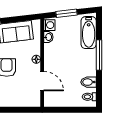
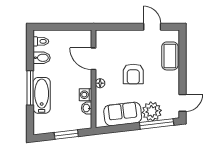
washing machine: (49, 25) -> (86, 95), moved
bathtub: (89, 33) -> (42, 95), moved

